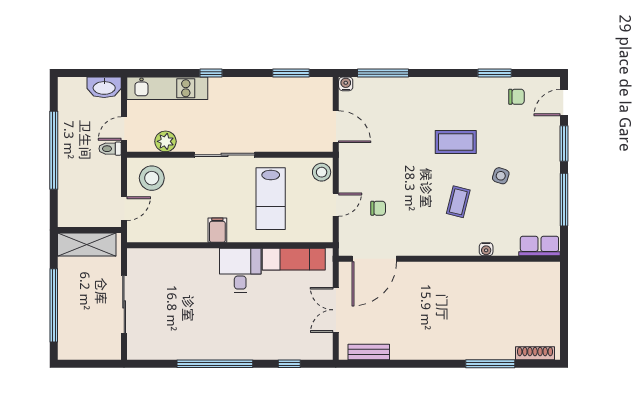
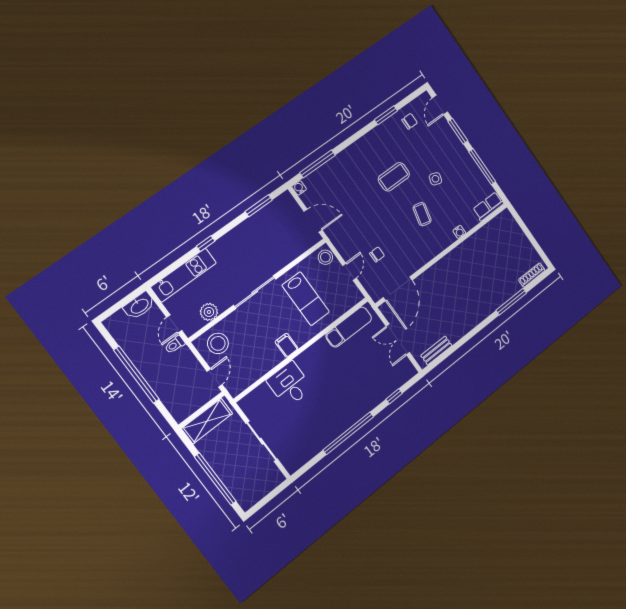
desk: (240, 271) -> (290, 384), moved

